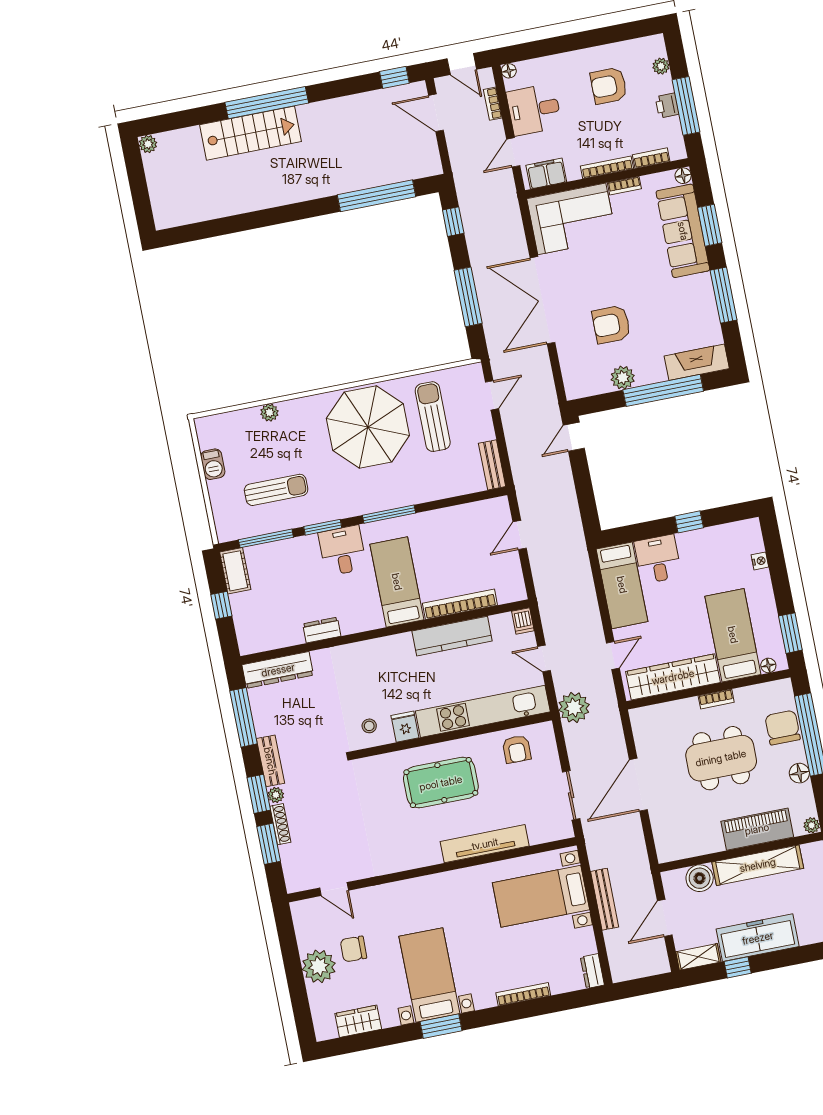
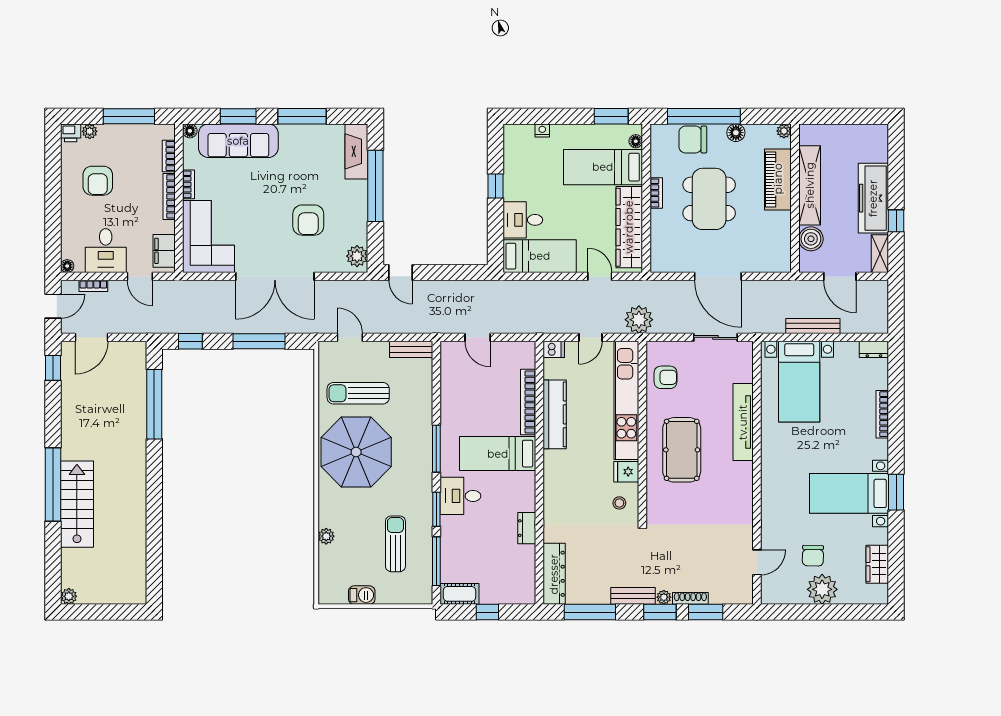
printer: (667, 105) -> (71, 133), moved
plant: (623, 378) -> (357, 256), moved

